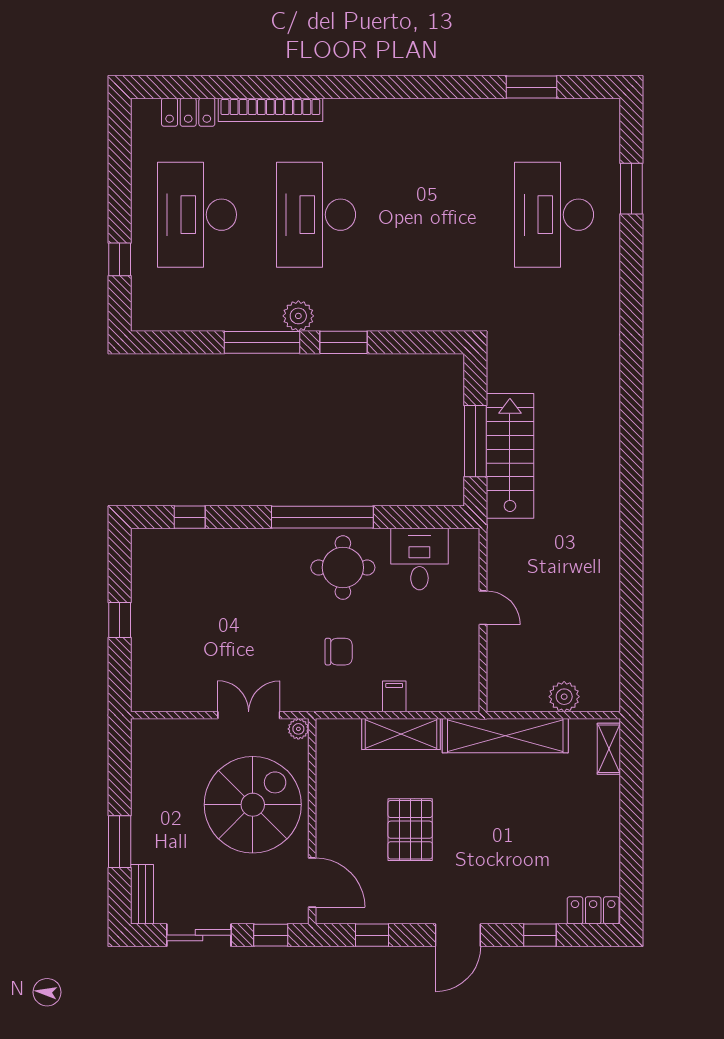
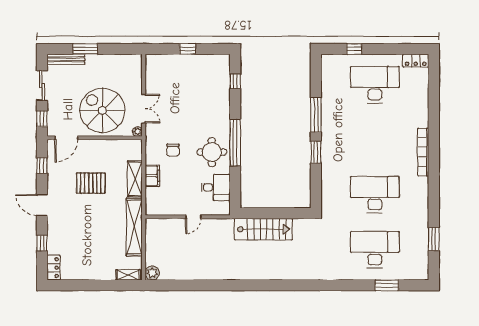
bookcase: (270, 110) -> (423, 152), moved
locker: (188, 112) -> (416, 61), moved, turned -90
desk: (316, 215) -> (375, 195), moved
plant: (298, 316) -> (328, 131), removed
window: (475, 441) -> (270, 213), removed
filing cabinet: (394, 696) -> (152, 176), width x2.00
plant: (564, 697) -> (152, 273), moved
spiral stairs: (253, 805) -> (102, 110), turned 180
bench: (142, 894) -> (66, 59), width x1.36

